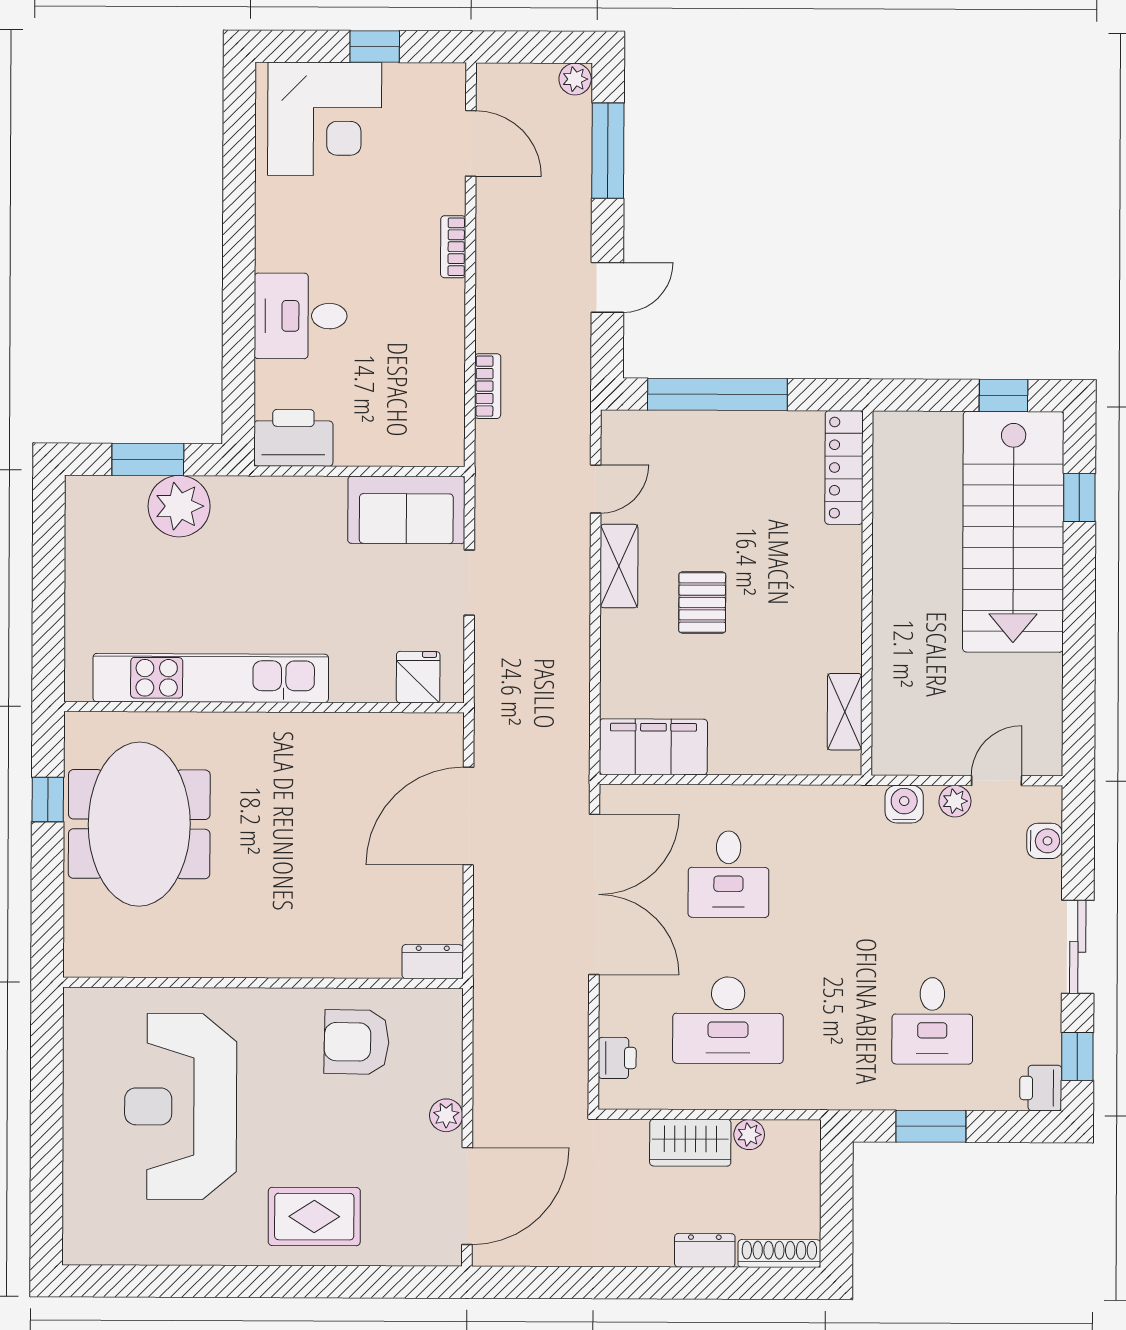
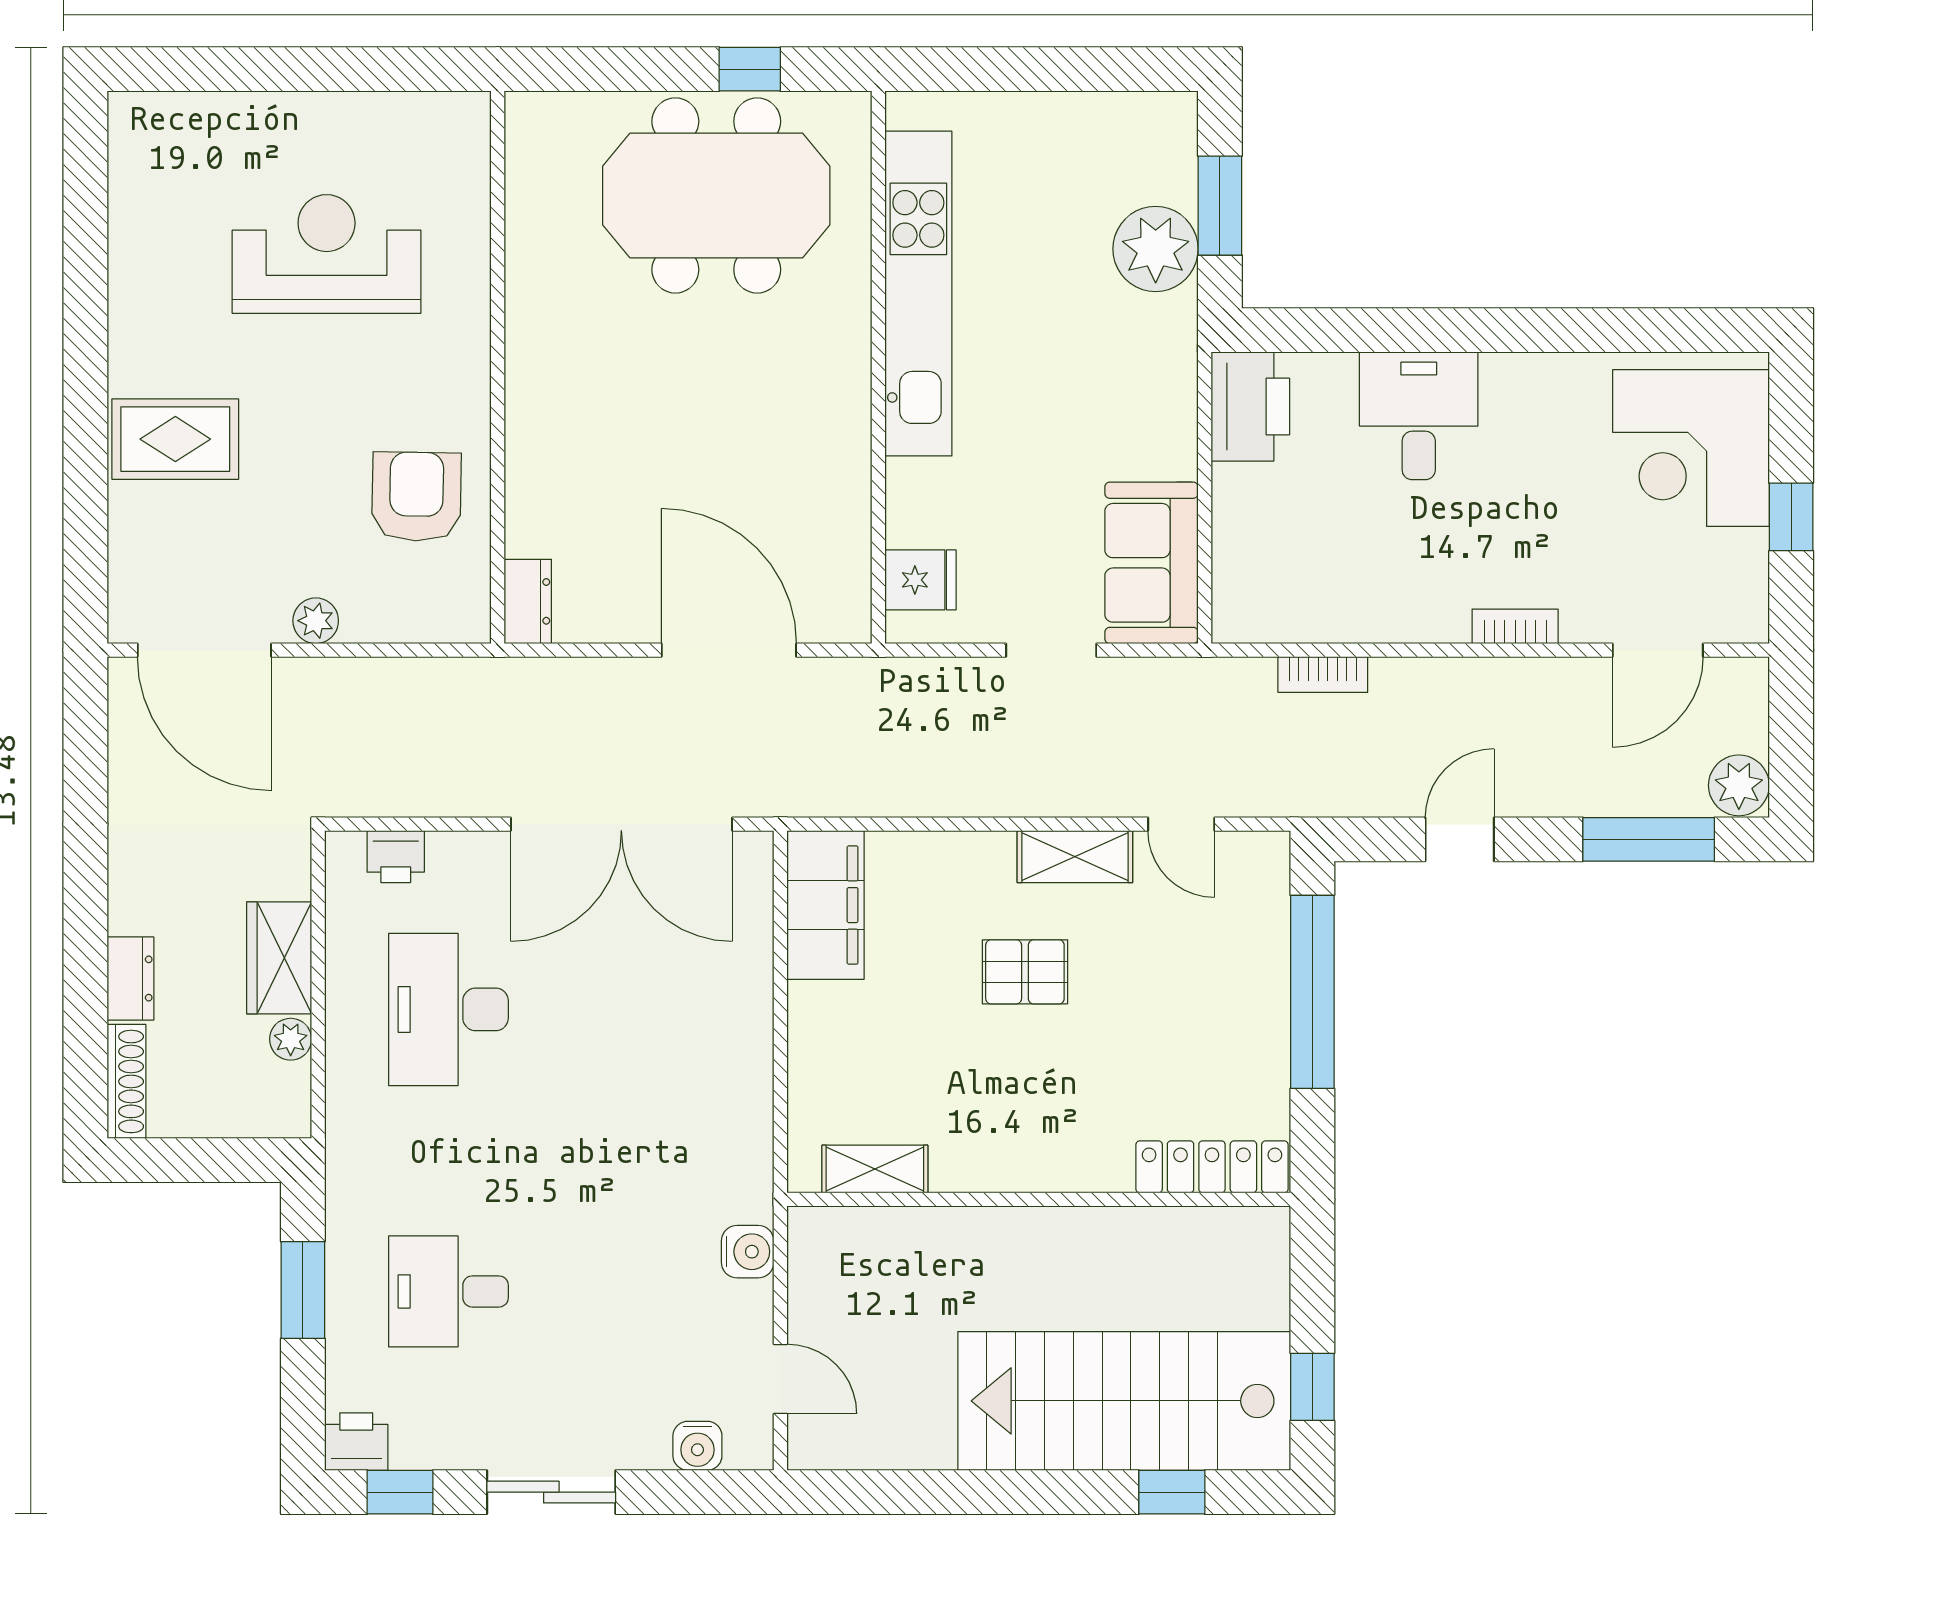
plant: (575, 79) -> (1739, 785), width x1.38, depth x1.38
door: (607, 287) -> (1460, 839), swing flipped
plant: (955, 801) -> (752, 1322), removed
desk: (729, 874) -> (650, 1009), removed
reception desk: (181, 1106) -> (327, 254), width x0.74, depth x0.77
rug: (314, 1217) -> (175, 439), turned 90

